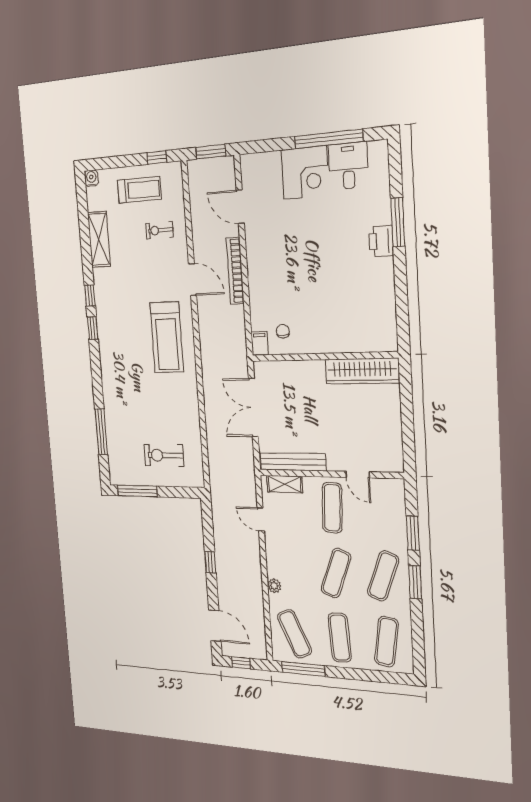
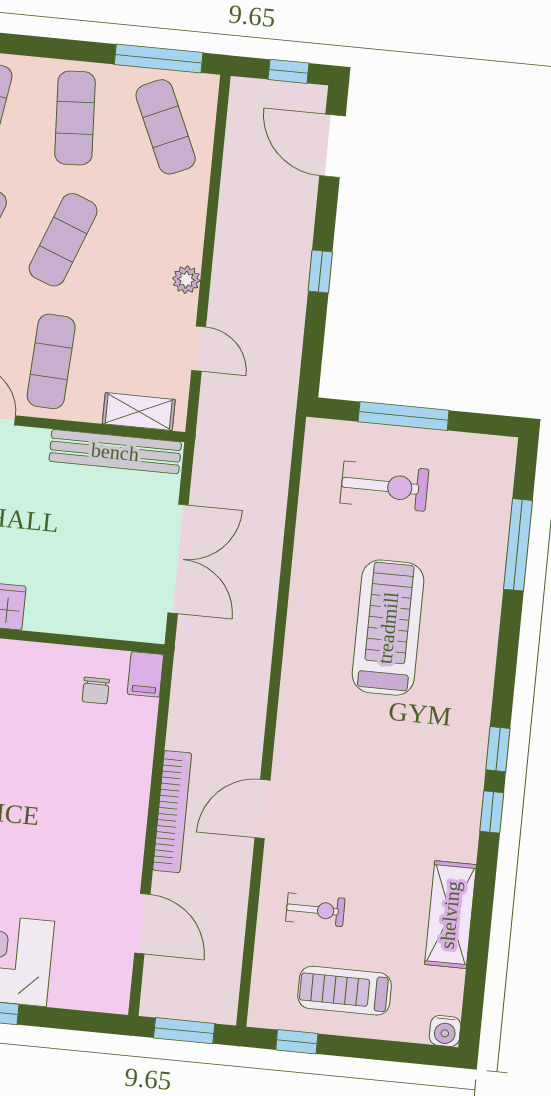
door: (192, 280) -> (262, 809), hinge flipped
treadmill: (167, 337) -> (388, 628), moved
window: (137, 491) -> (404, 416), moved
plant: (274, 586) -> (186, 280), moved

